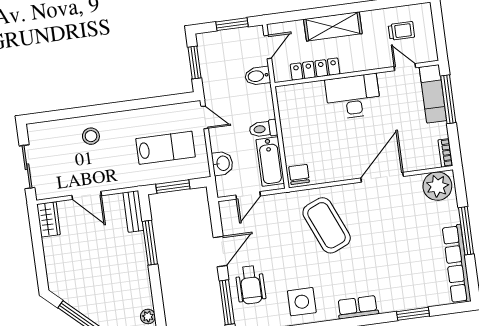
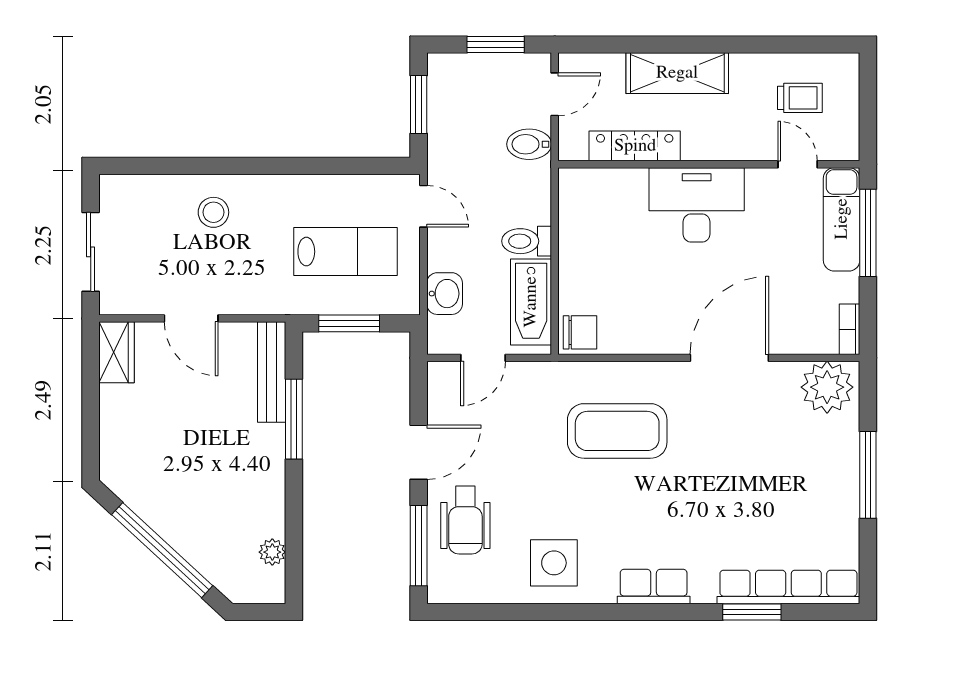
chair: (299, 174) -> (580, 332), turned 90
bench: (133, 211) -> (272, 372), width x1.36
coffee table: (327, 225) -> (617, 431), turned -67
row of seats: (457, 264) -> (788, 587), moved, turned 90

